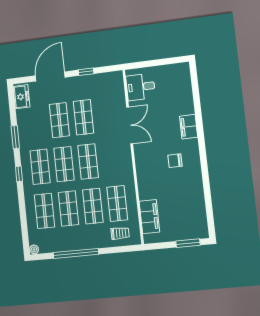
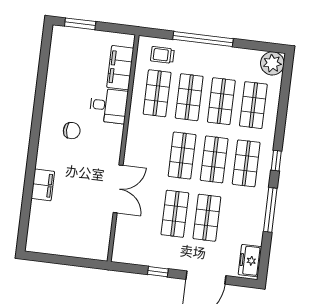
desk: (141, 87) -> (109, 106), moved
double door: (130, 125) -> (118, 189), swing flipped
filing cabinet: (189, 127) -> (43, 185), moved
window: (15, 137) -> (270, 210), width x1.44
plant: (34, 249) -> (272, 63), width x1.88, depth x1.88
window: (76, 253) -> (203, 39), moved

